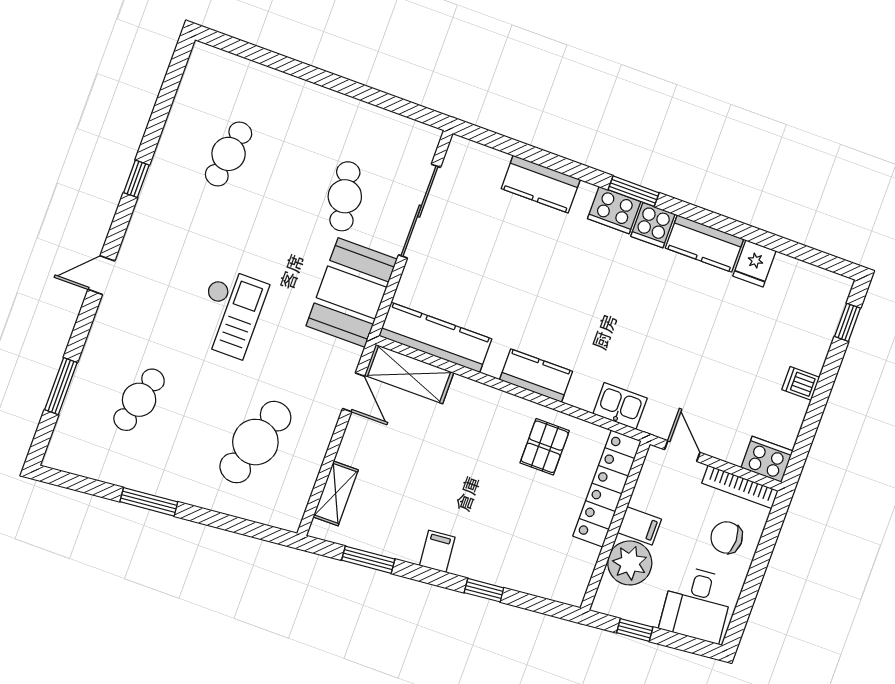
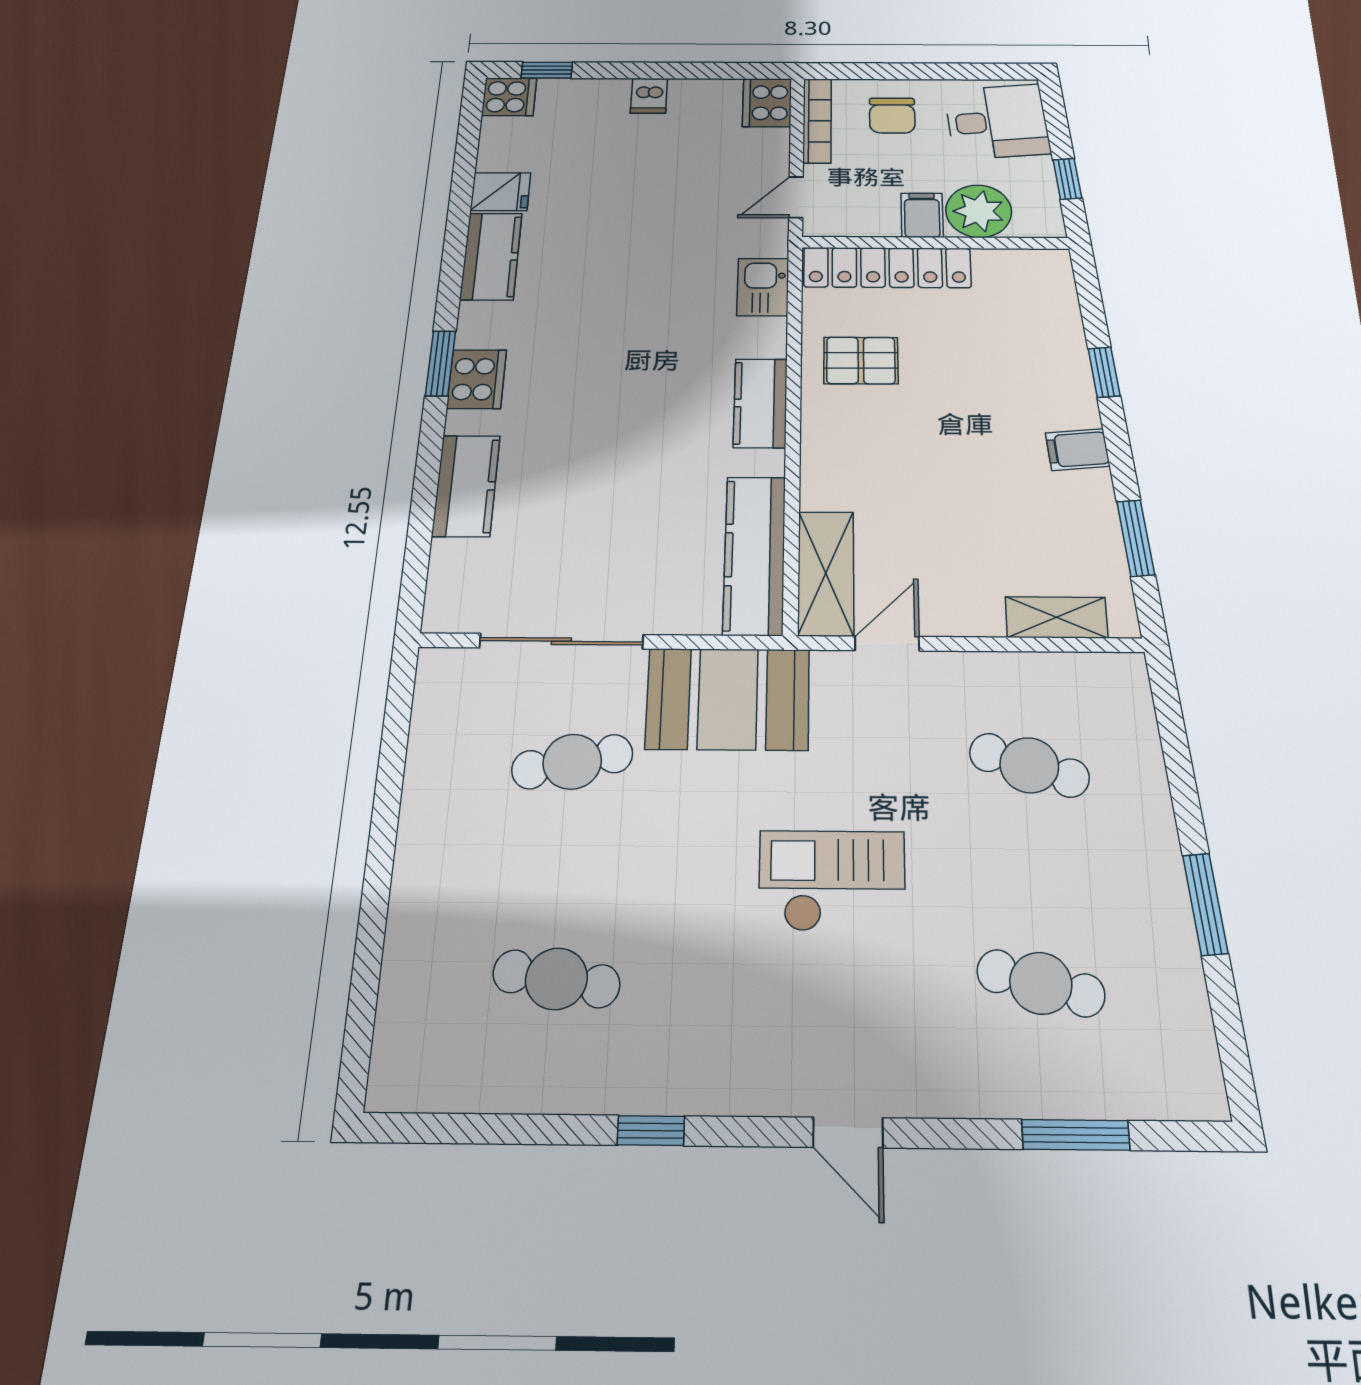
cooker: (653, 225) -> (509, 97), moved
cafe table: (255, 442) -> (1029, 765), width x0.73, depth x0.74

